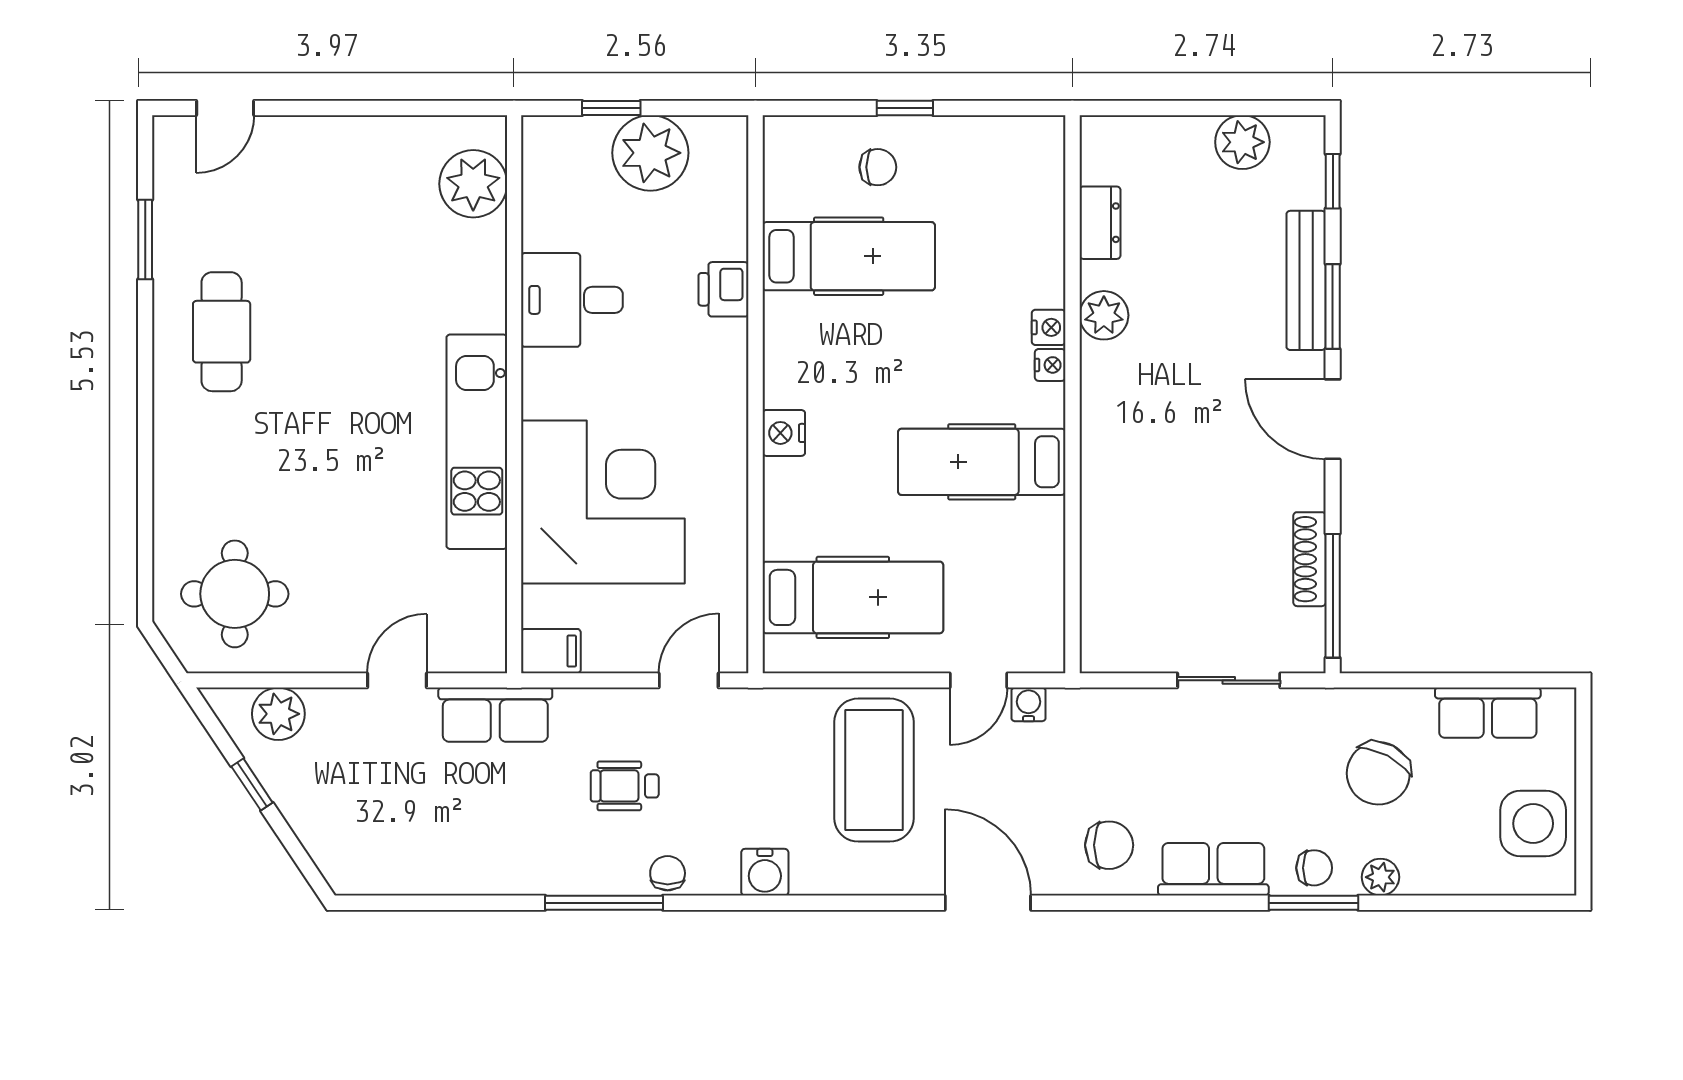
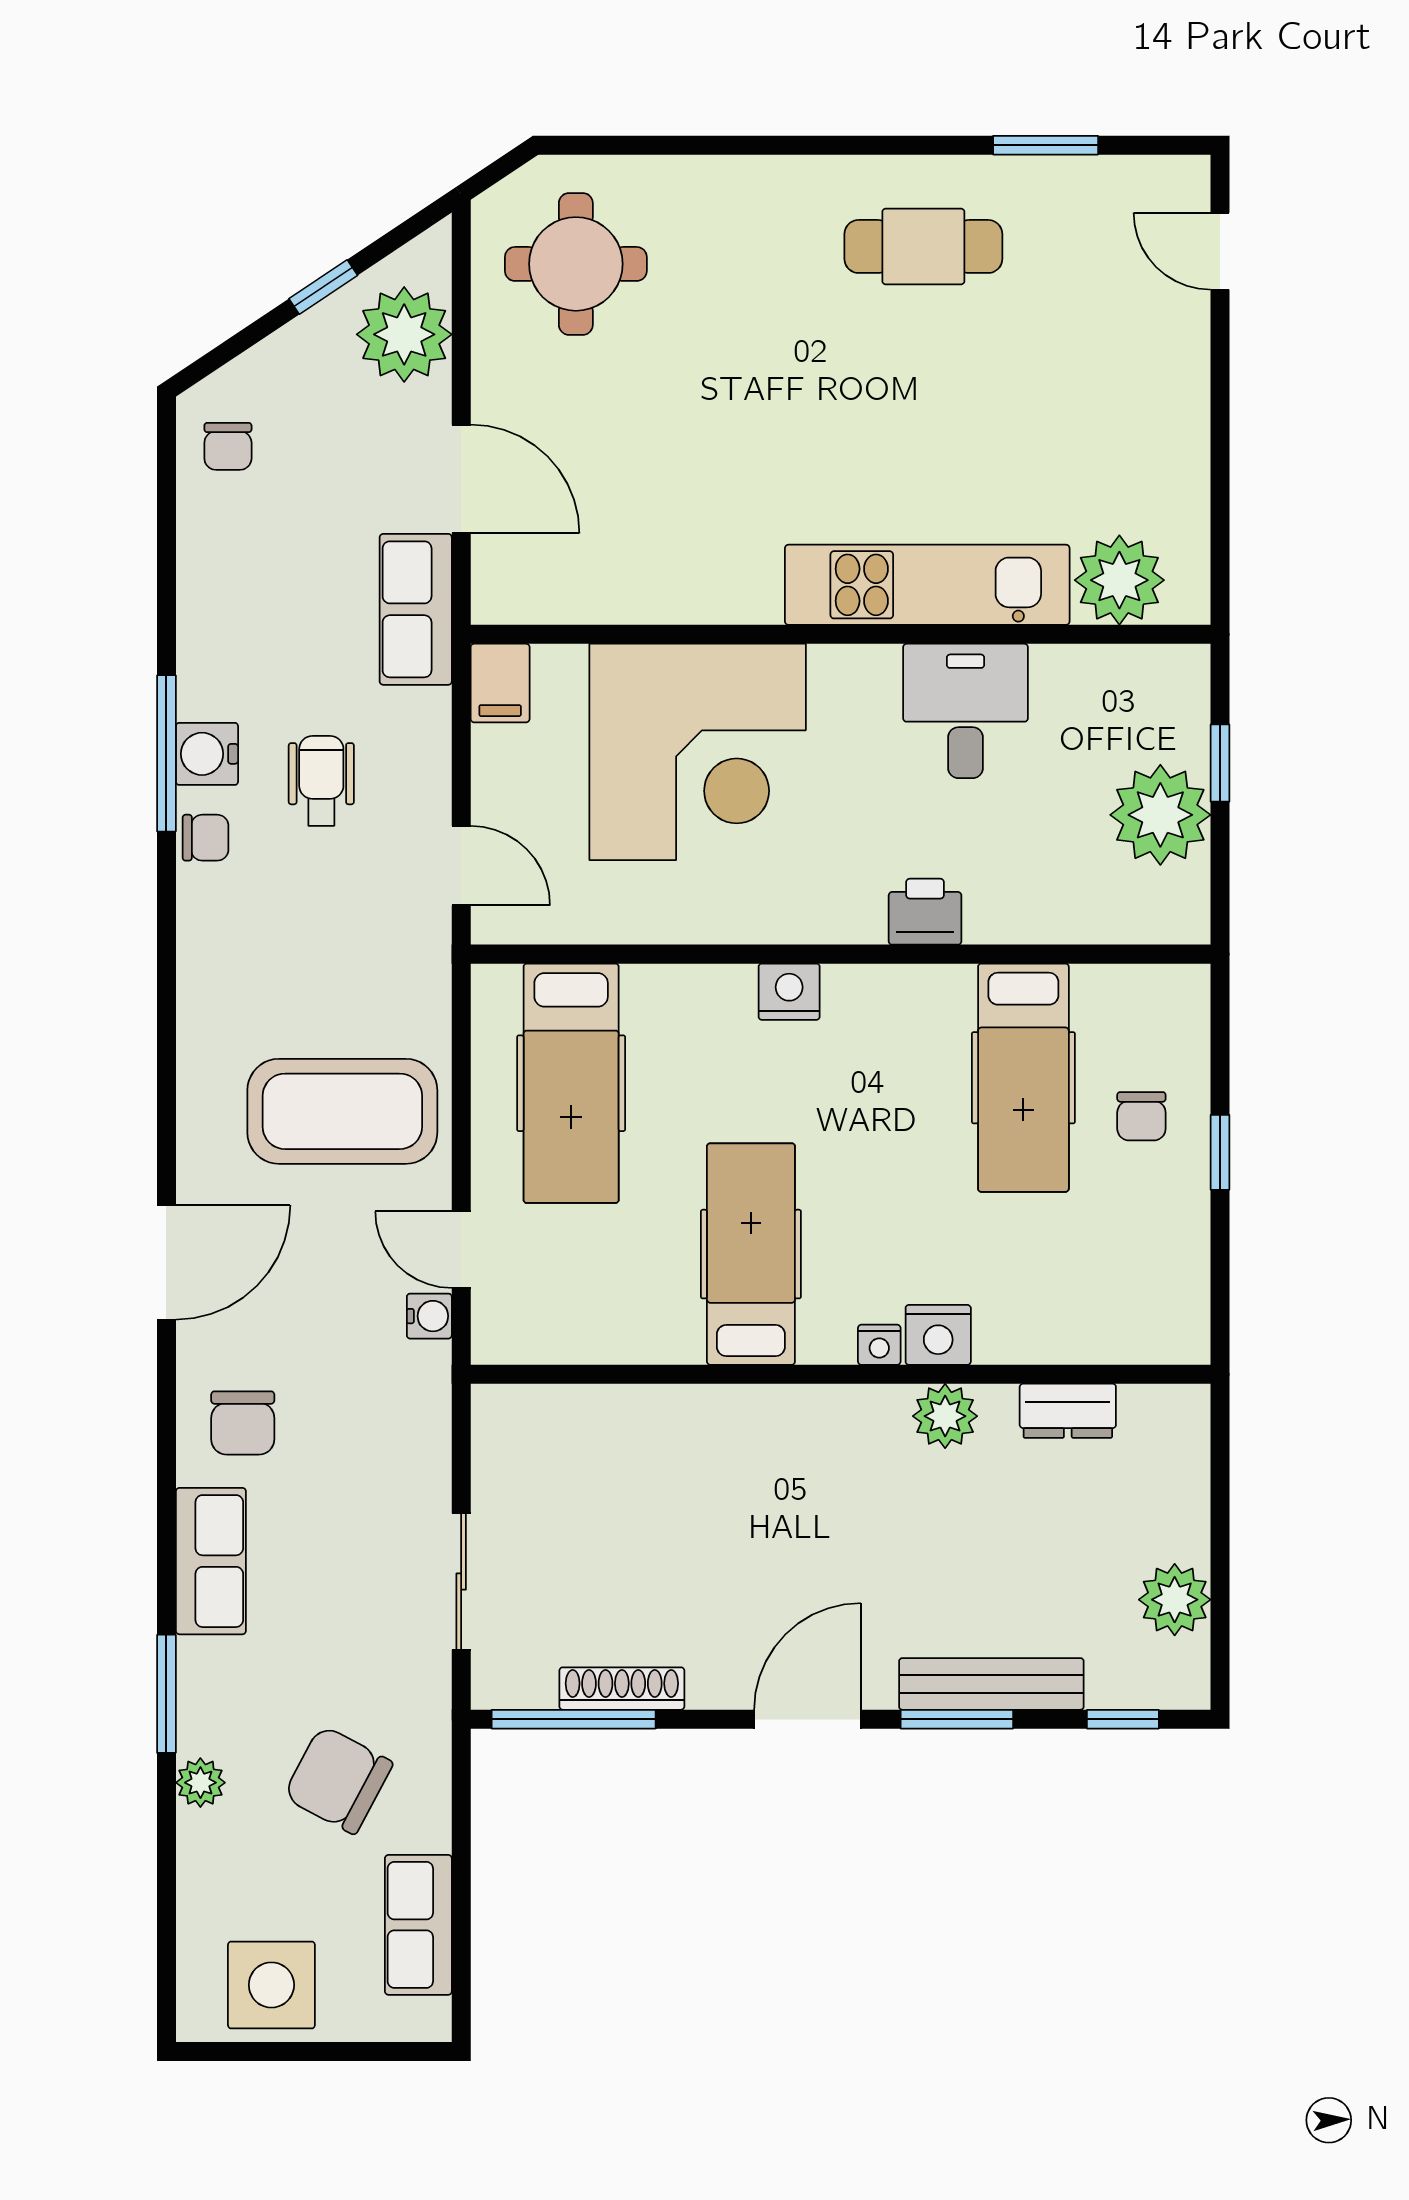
printer: (723, 289) -> (925, 912), moved
nightstand: (1049, 327) -> (938, 1335), width x1.39, depth x1.35
kitchen unit: (477, 442) -> (927, 585), moved
door: (397, 680) -> (461, 479), width x1.38
plant: (278, 714) -> (404, 334), width x1.36, depth x1.36
chair: (1314, 868) -> (228, 446), moved
water cooler: (765, 872) -> (207, 754), moved

